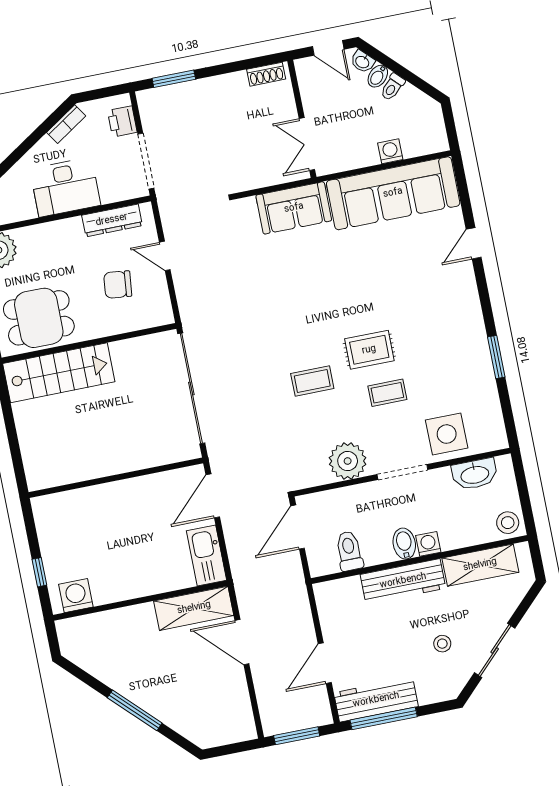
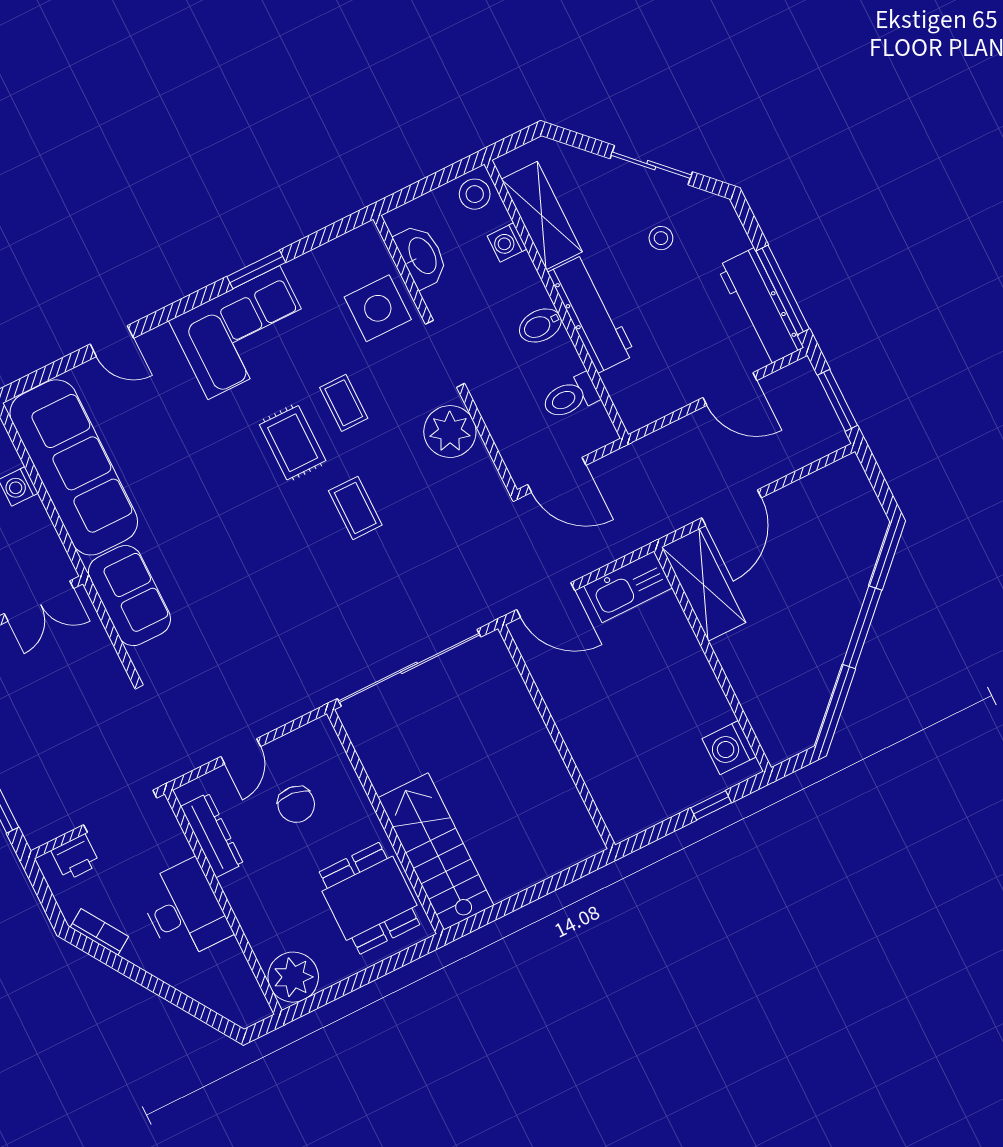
corner sofa: (455, 336) -> (244, 333), added
washing machine: (428, 544) -> (507, 243), moved

